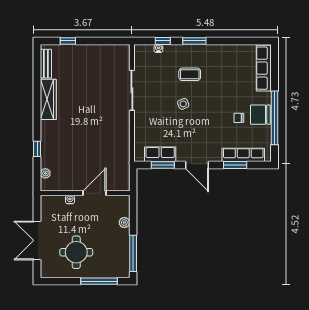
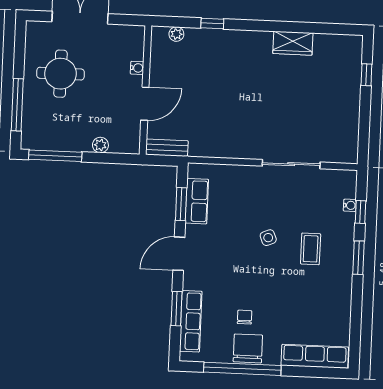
bench: (46, 64) -> (167, 148), moved
wardrobe: (48, 99) -> (293, 43), width x0.67
door: (94, 193) -> (145, 104), hinge flipped

